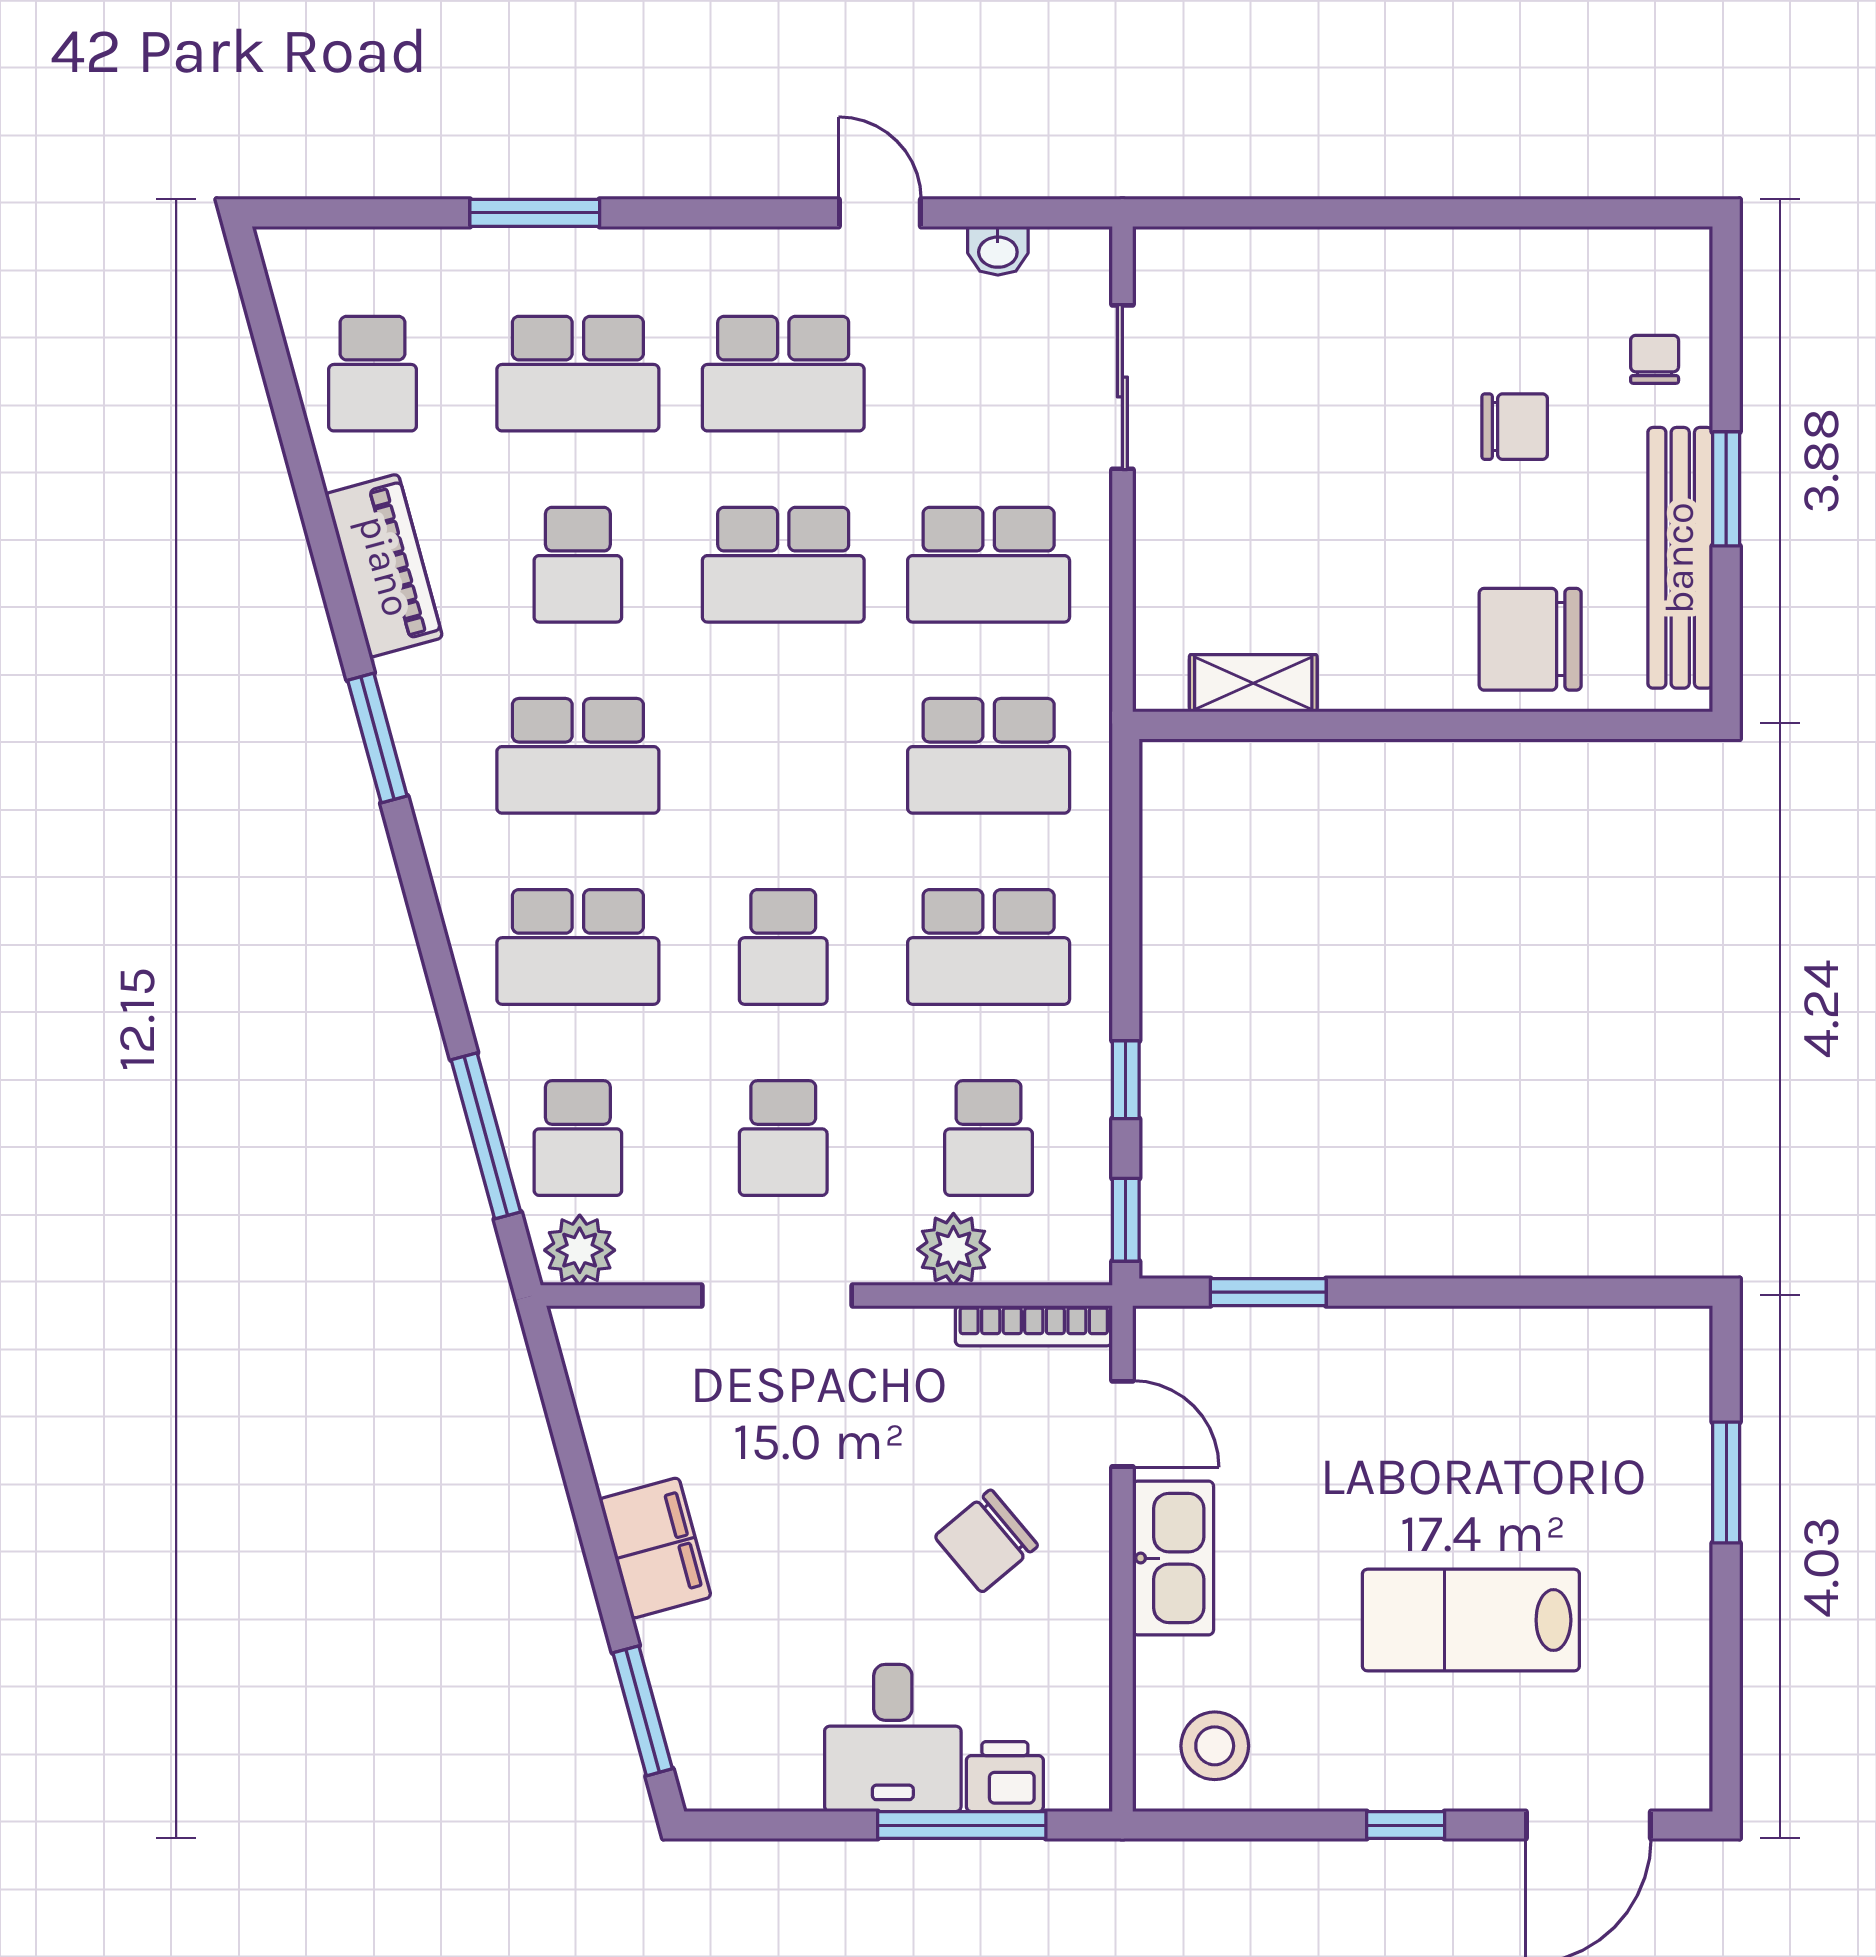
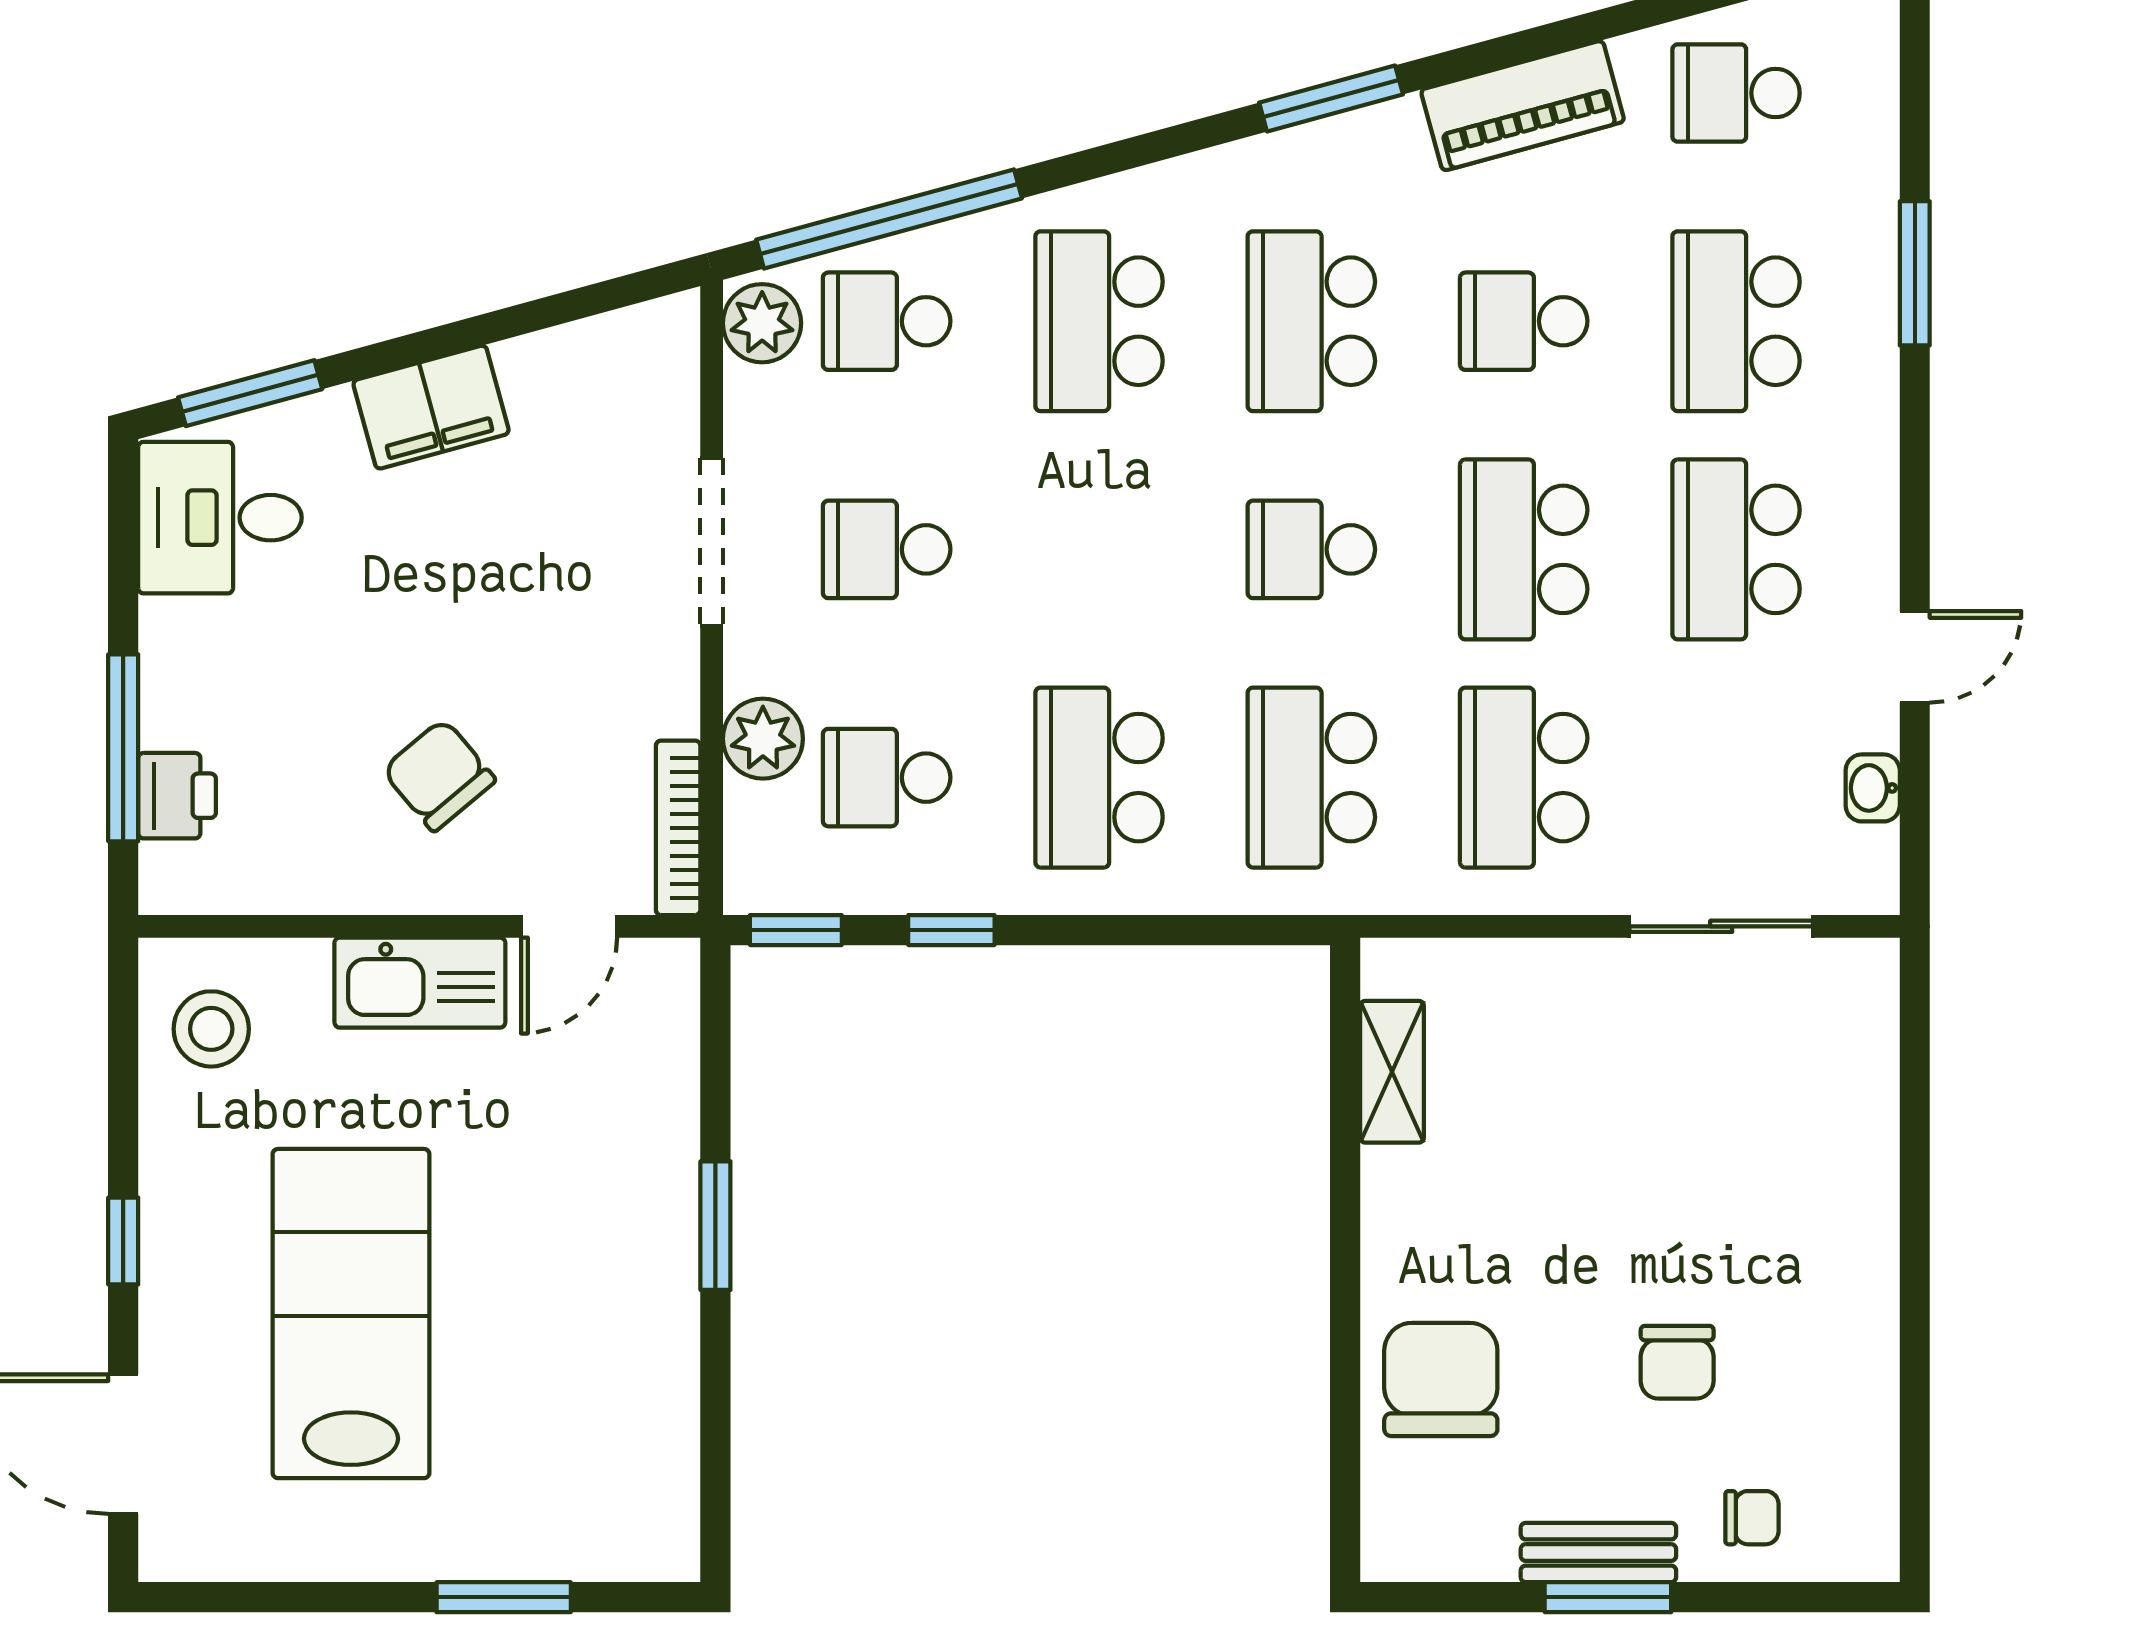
bench: (1680, 558) -> (1598, 1553), width x0.54, depth x0.82
school desk: (783, 947) -> (1311, 549), moved
window: (486, 1136) -> (889, 219), width x1.46
window: (1268, 1292) -> (715, 1226), moved
lab bench: (1471, 1620) -> (351, 1314), width x1.36, depth x1.39
desk: (893, 1738) -> (220, 518), moved

